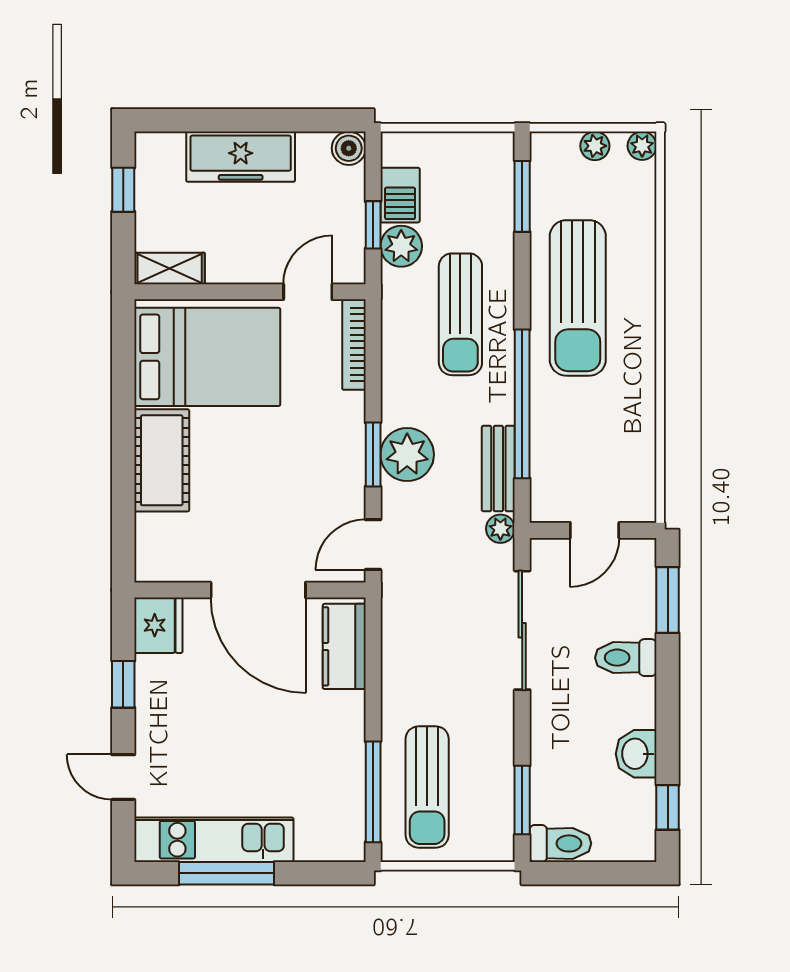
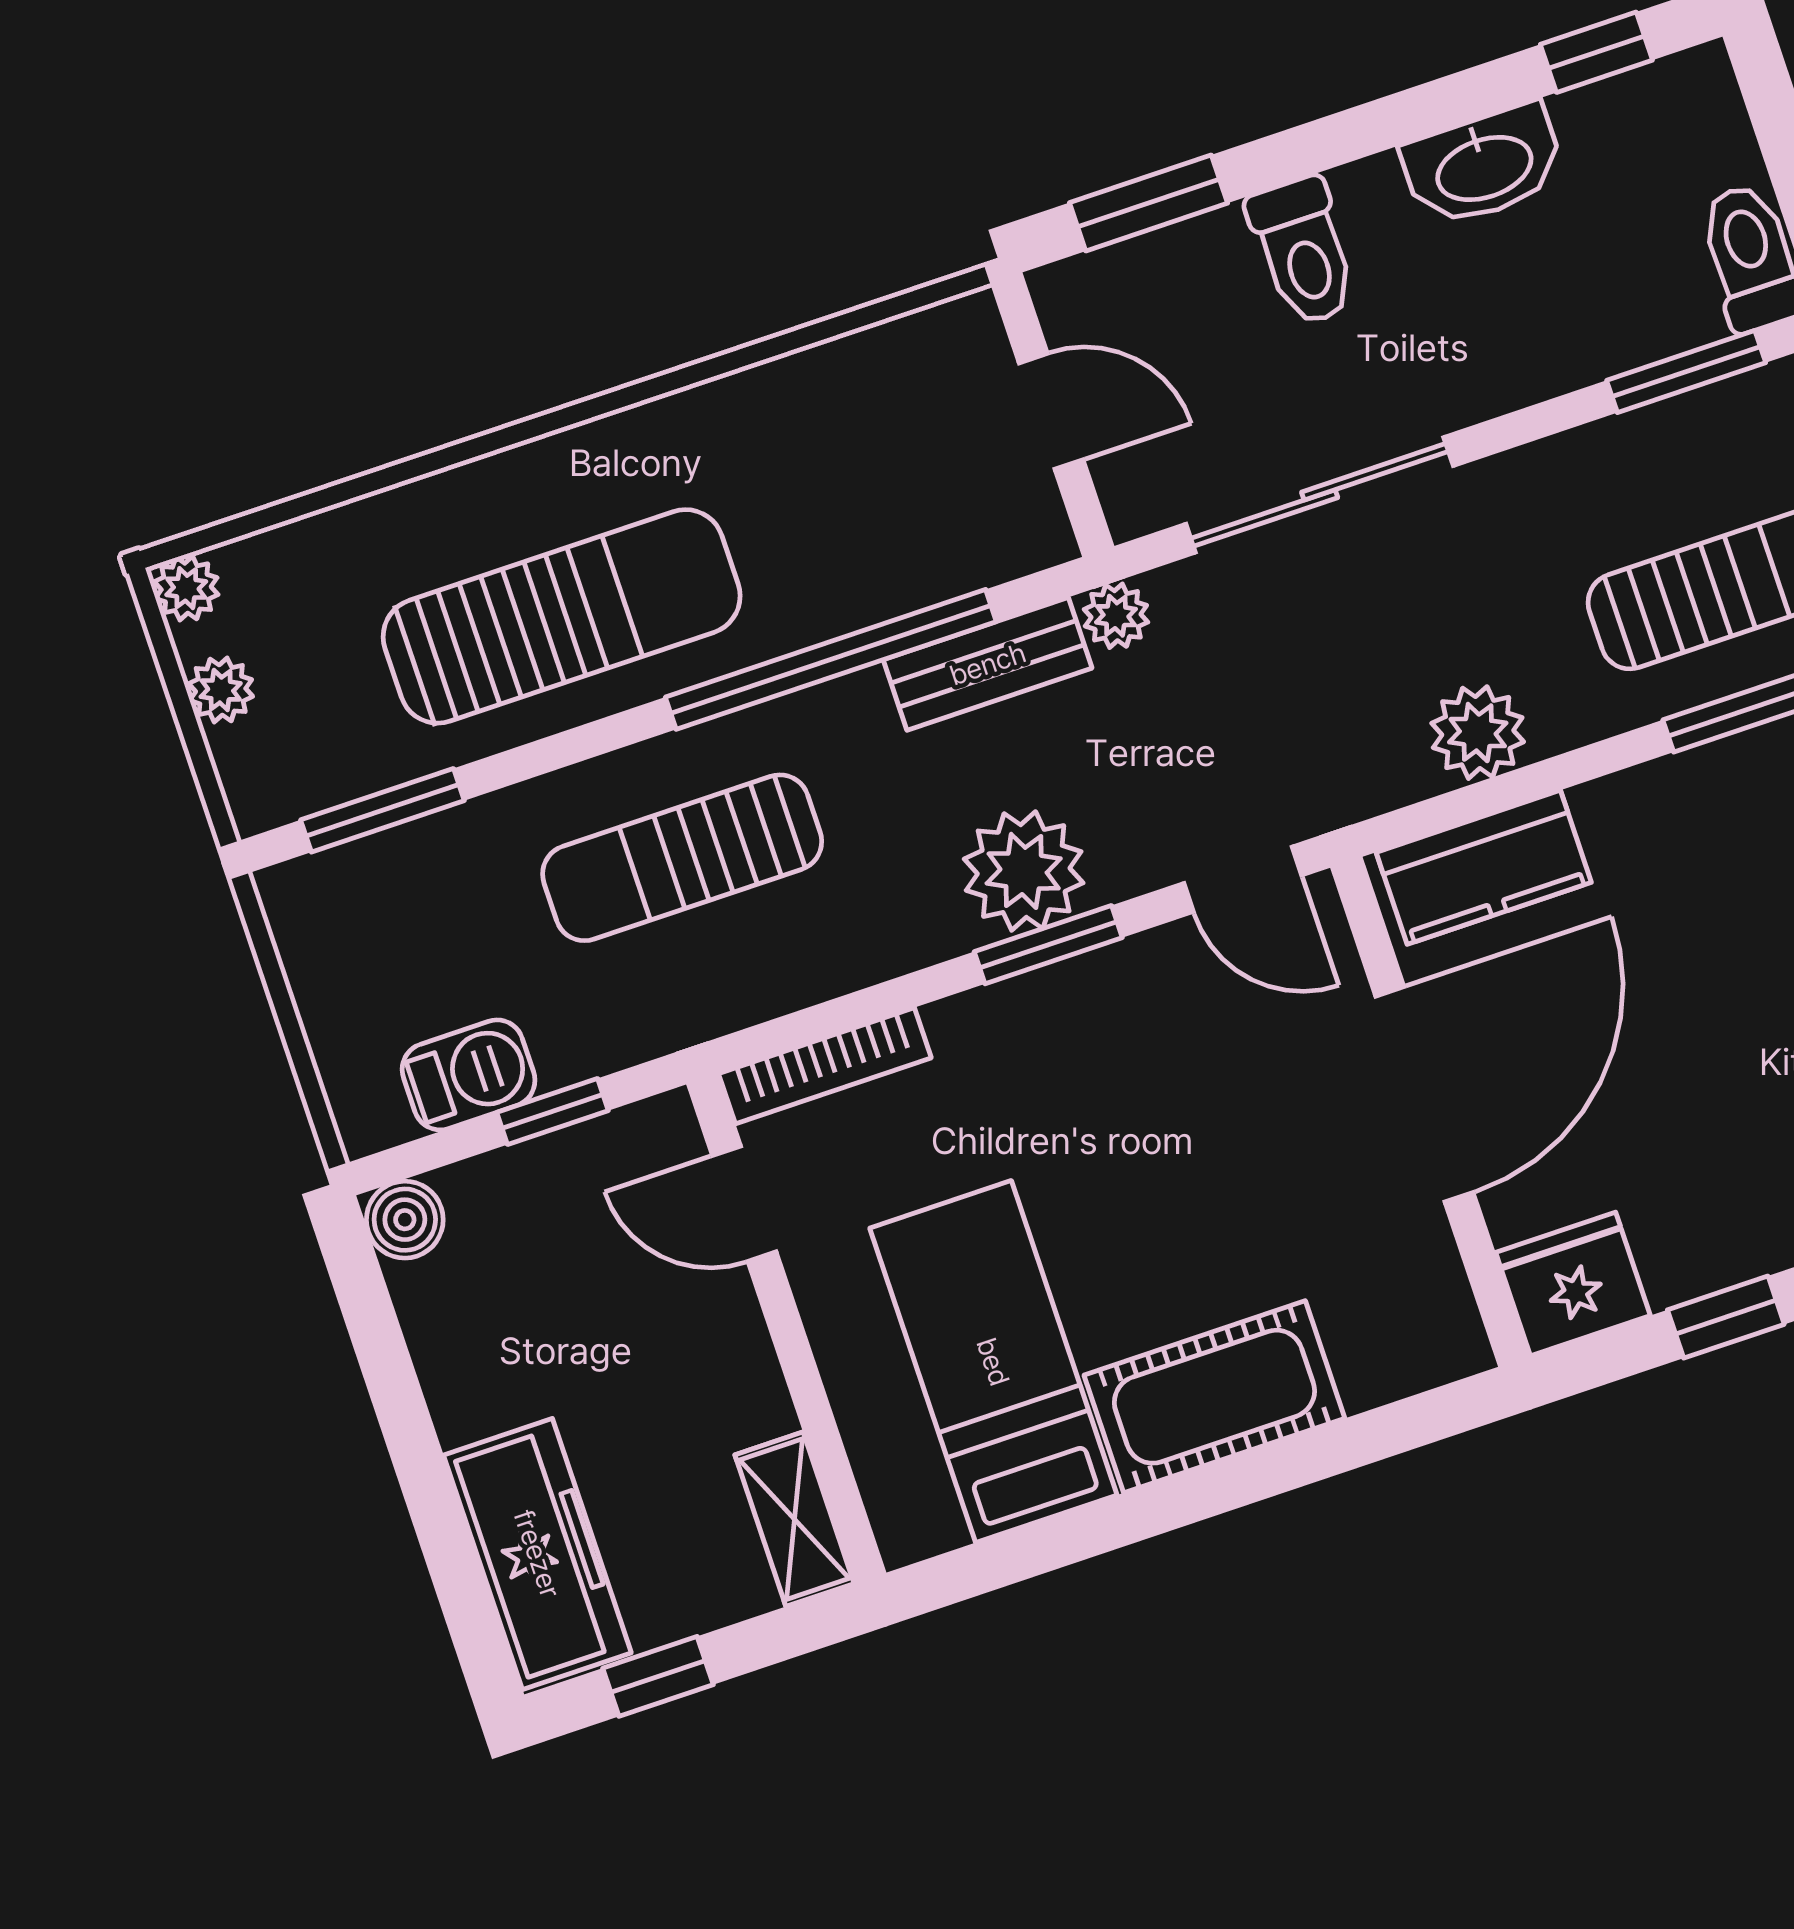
freezer: (241, 157) -> (537, 1554), moved
plant: (401, 246) -> (1478, 733), moved
sun lounger: (460, 314) -> (682, 858), turned 180
bed: (207, 357) -> (993, 1362), width x0.67
washbasin: (636, 754) -> (1483, 166), width x1.38

